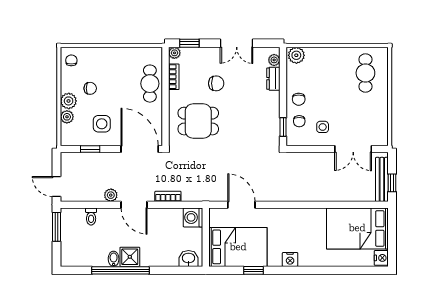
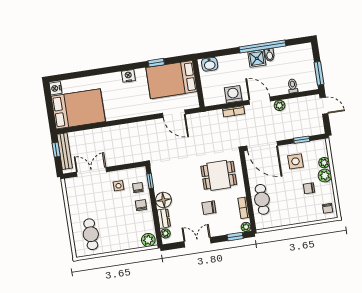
floor lamp: (270, 101) -> (163, 200), added
washing machine: (193, 217) -> (233, 94), moved, turned -90

